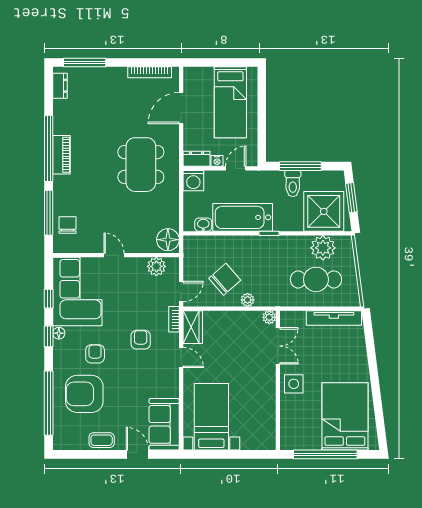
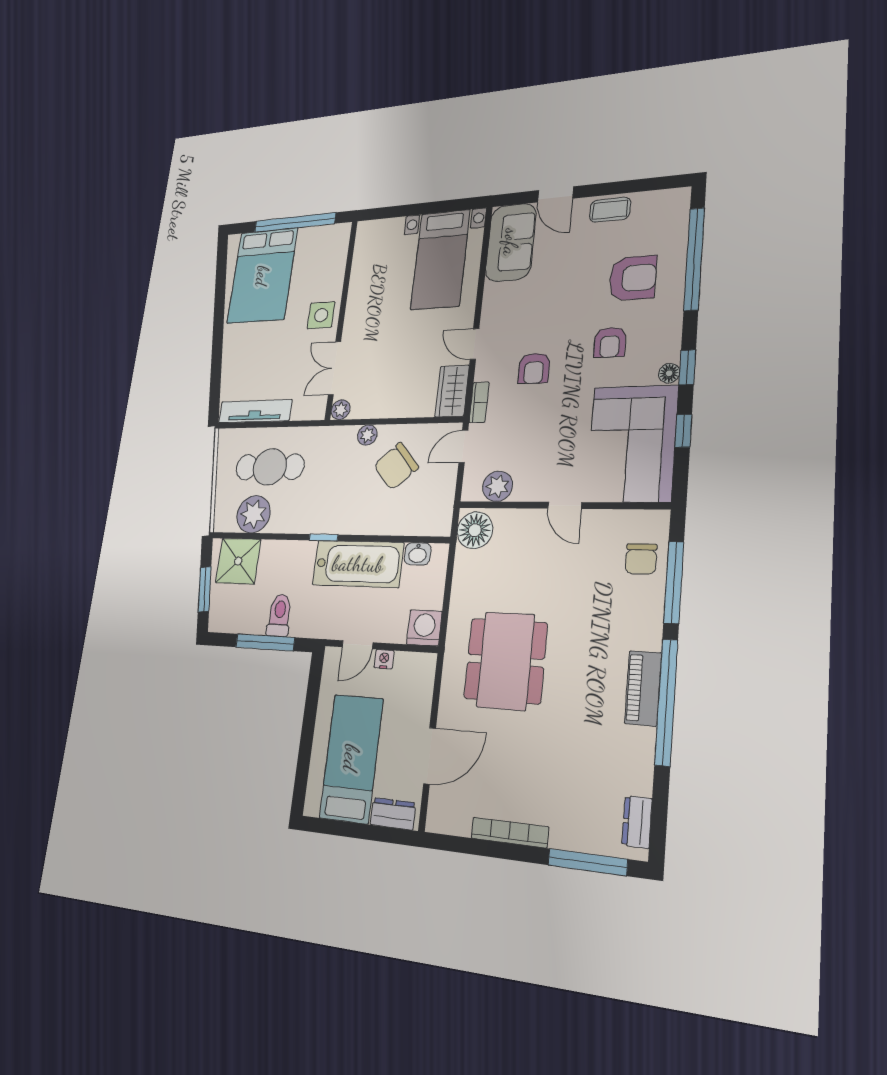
bookcase: (150, 72) -> (510, 833), moved
dresser: (196, 159) -> (393, 814), moved, turned 180
shower: (324, 211) -> (238, 561), width x0.73, depth x0.73
armchair: (84, 394) -> (633, 278), width x0.73, depth x0.73

